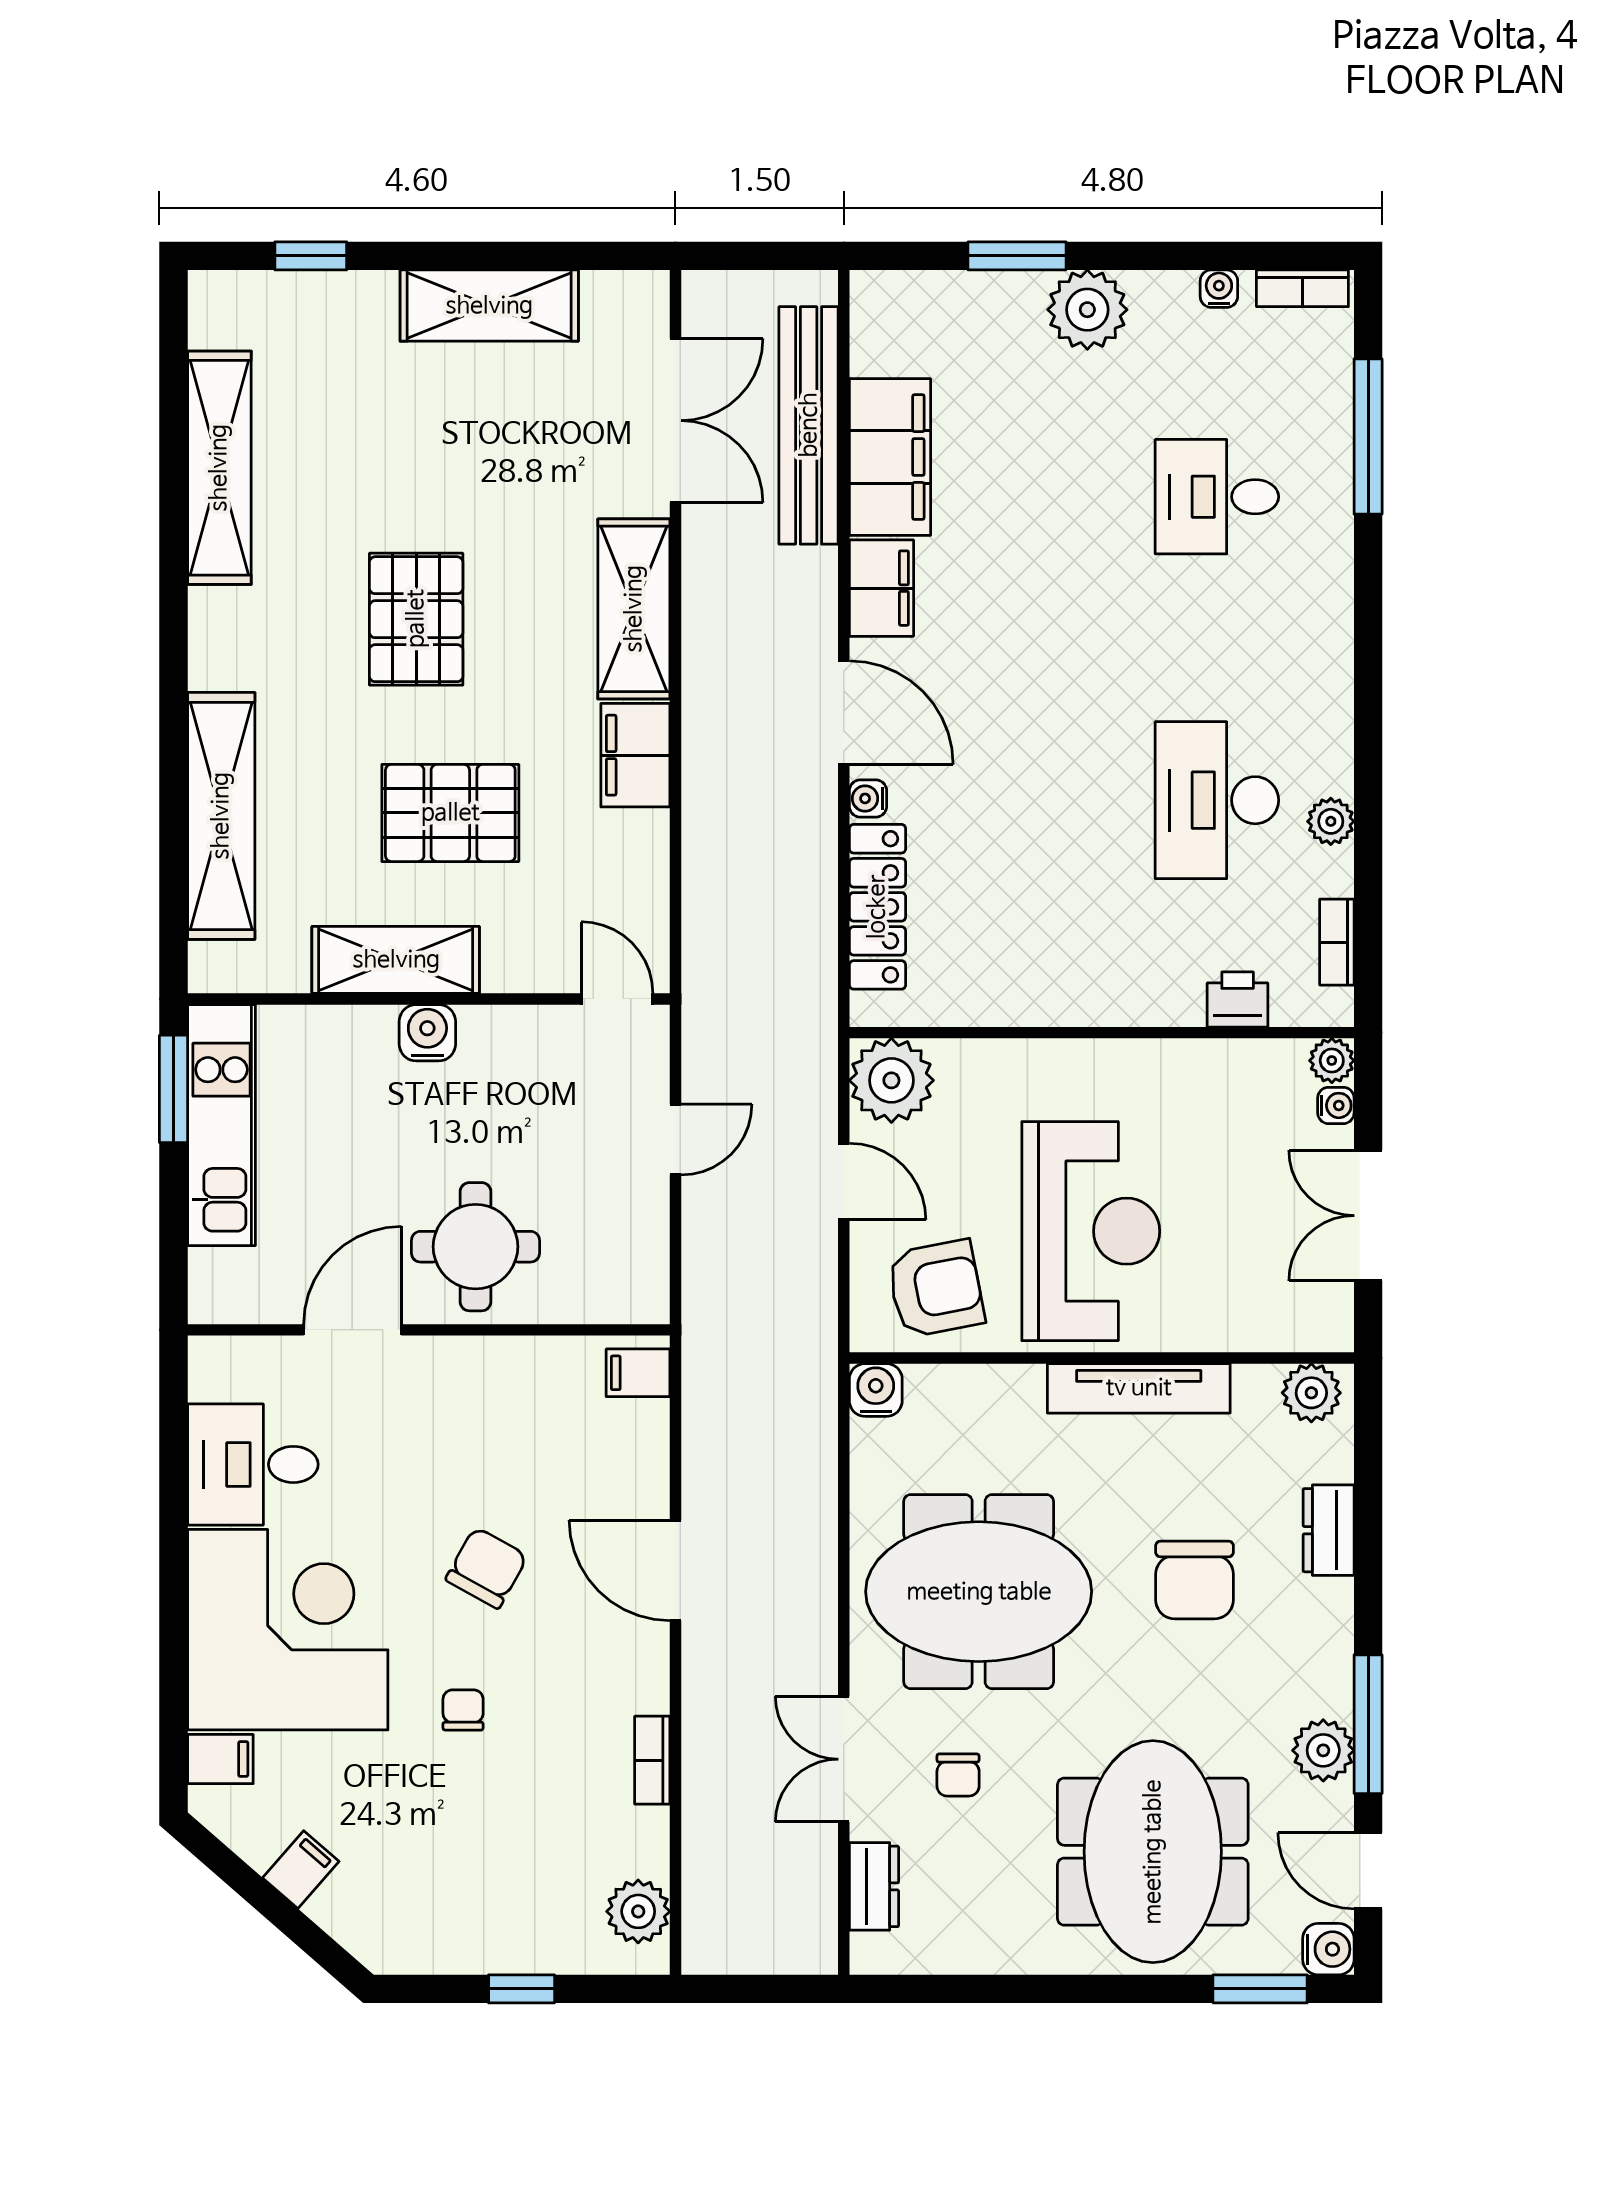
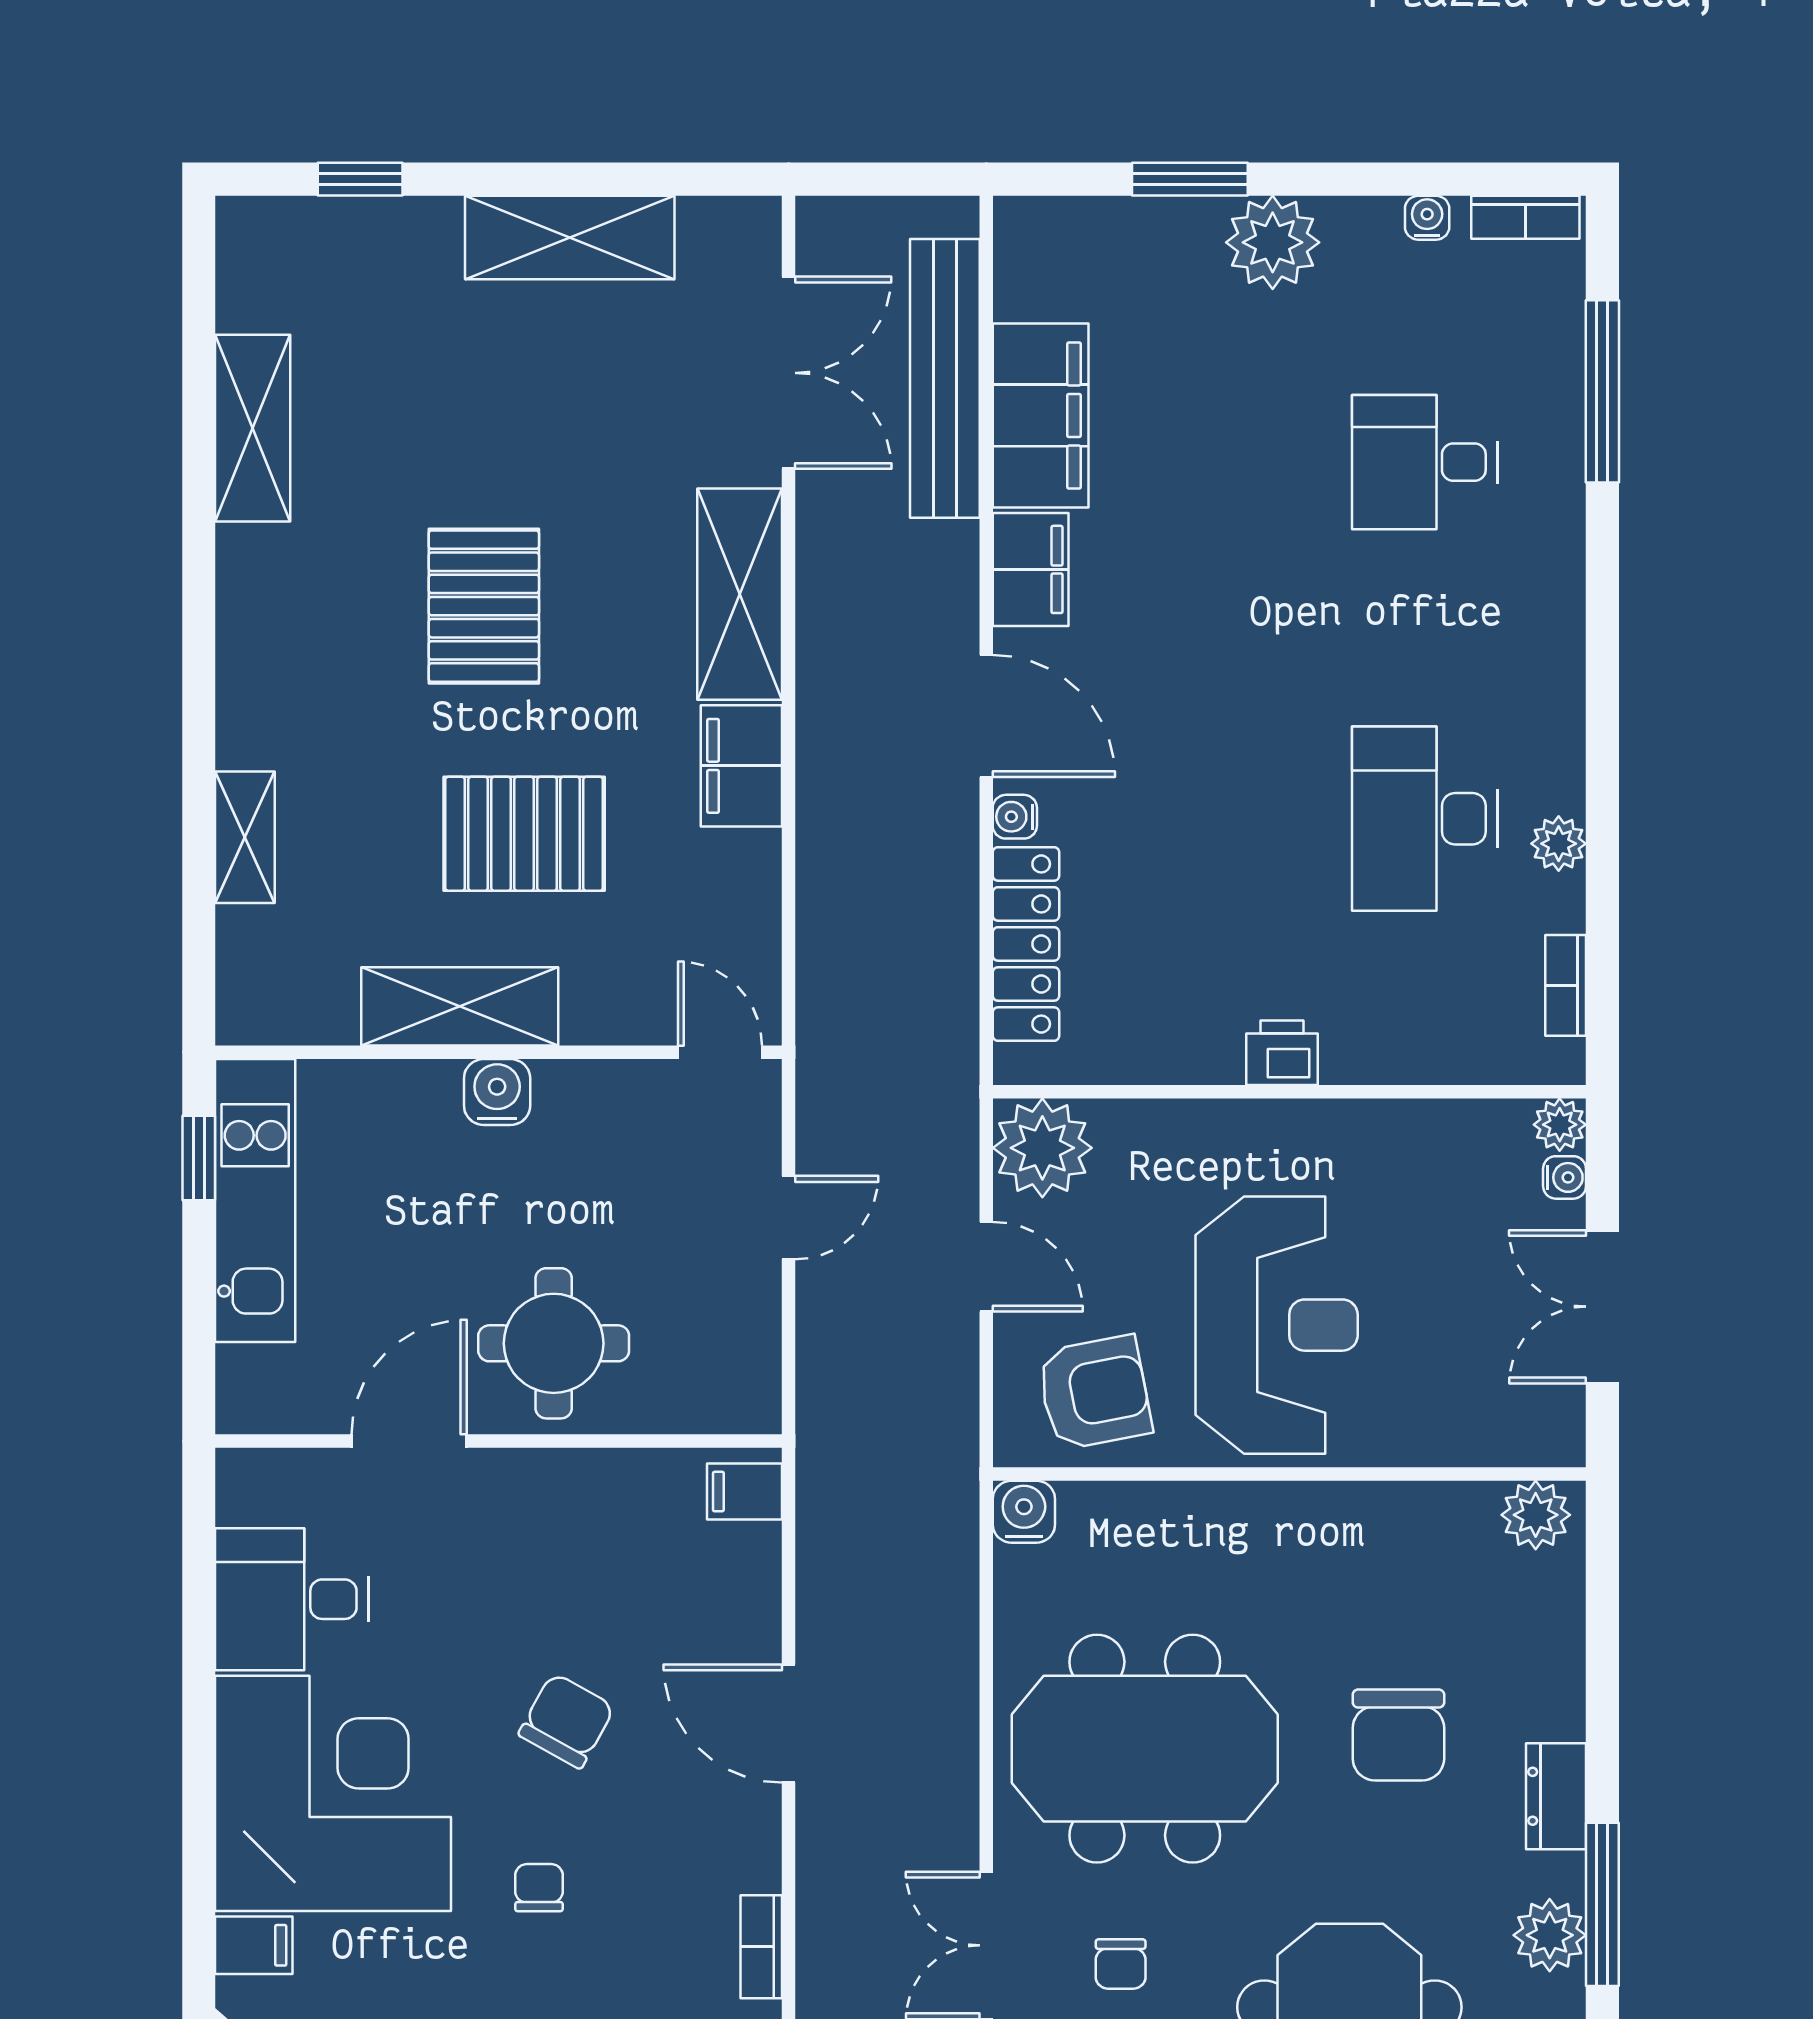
shelving: (219, 468) -> (253, 428), width x0.68
shelving: (221, 816) -> (245, 837), width x0.45, depth x0.75
printer: (1238, 999) -> (1282, 1053), moved
window: (173, 1089) -> (199, 1158), width x0.67
tv unit: (1139, 1388) -> (1333, 1510), removed
dresser: (1329, 1530) -> (1556, 1796), moved

